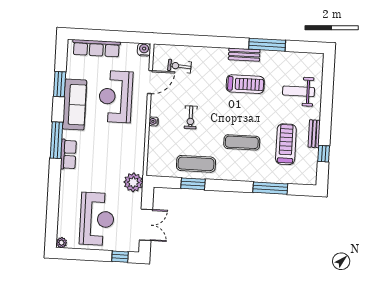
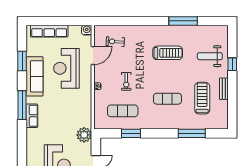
bench: (244, 55) -> (166, 30), removed
window: (324, 154) -> (232, 64), moved
exercise mat: (196, 164) -> (123, 111), moved

